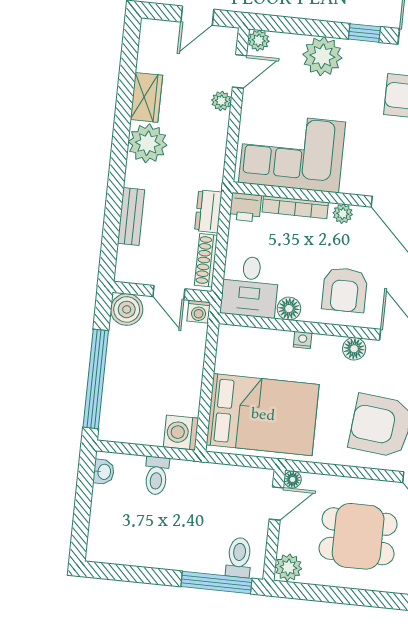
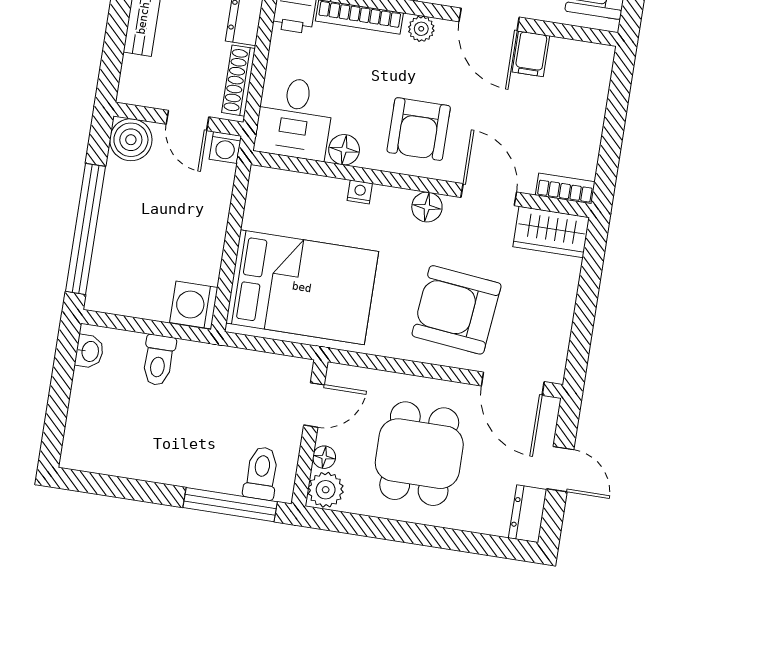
floor lamp: (293, 479) -> (324, 457), moved
dining table: (358, 536) -> (419, 454), turned 90

